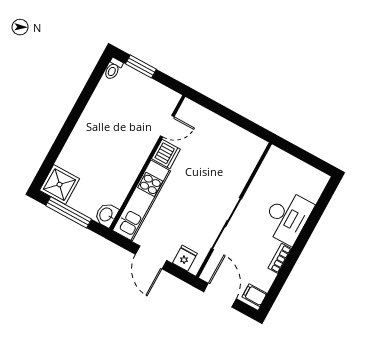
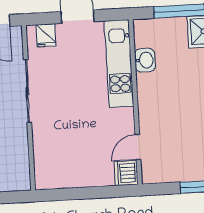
dishwasher: (166, 154) -> (126, 173), moved
washbasin: (106, 215) -> (145, 60), moved

